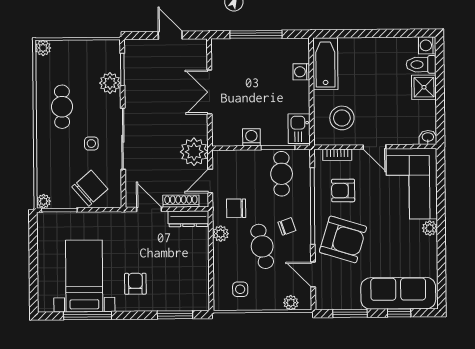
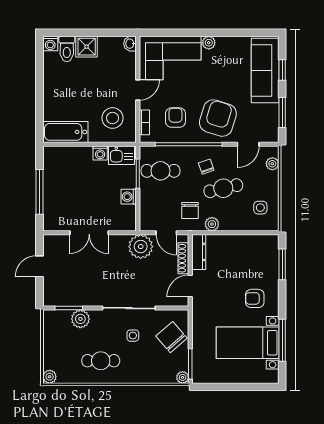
washing machine: (301, 72) -> (100, 153), moved
armchair: (343, 190) -> (175, 118), turned 180

